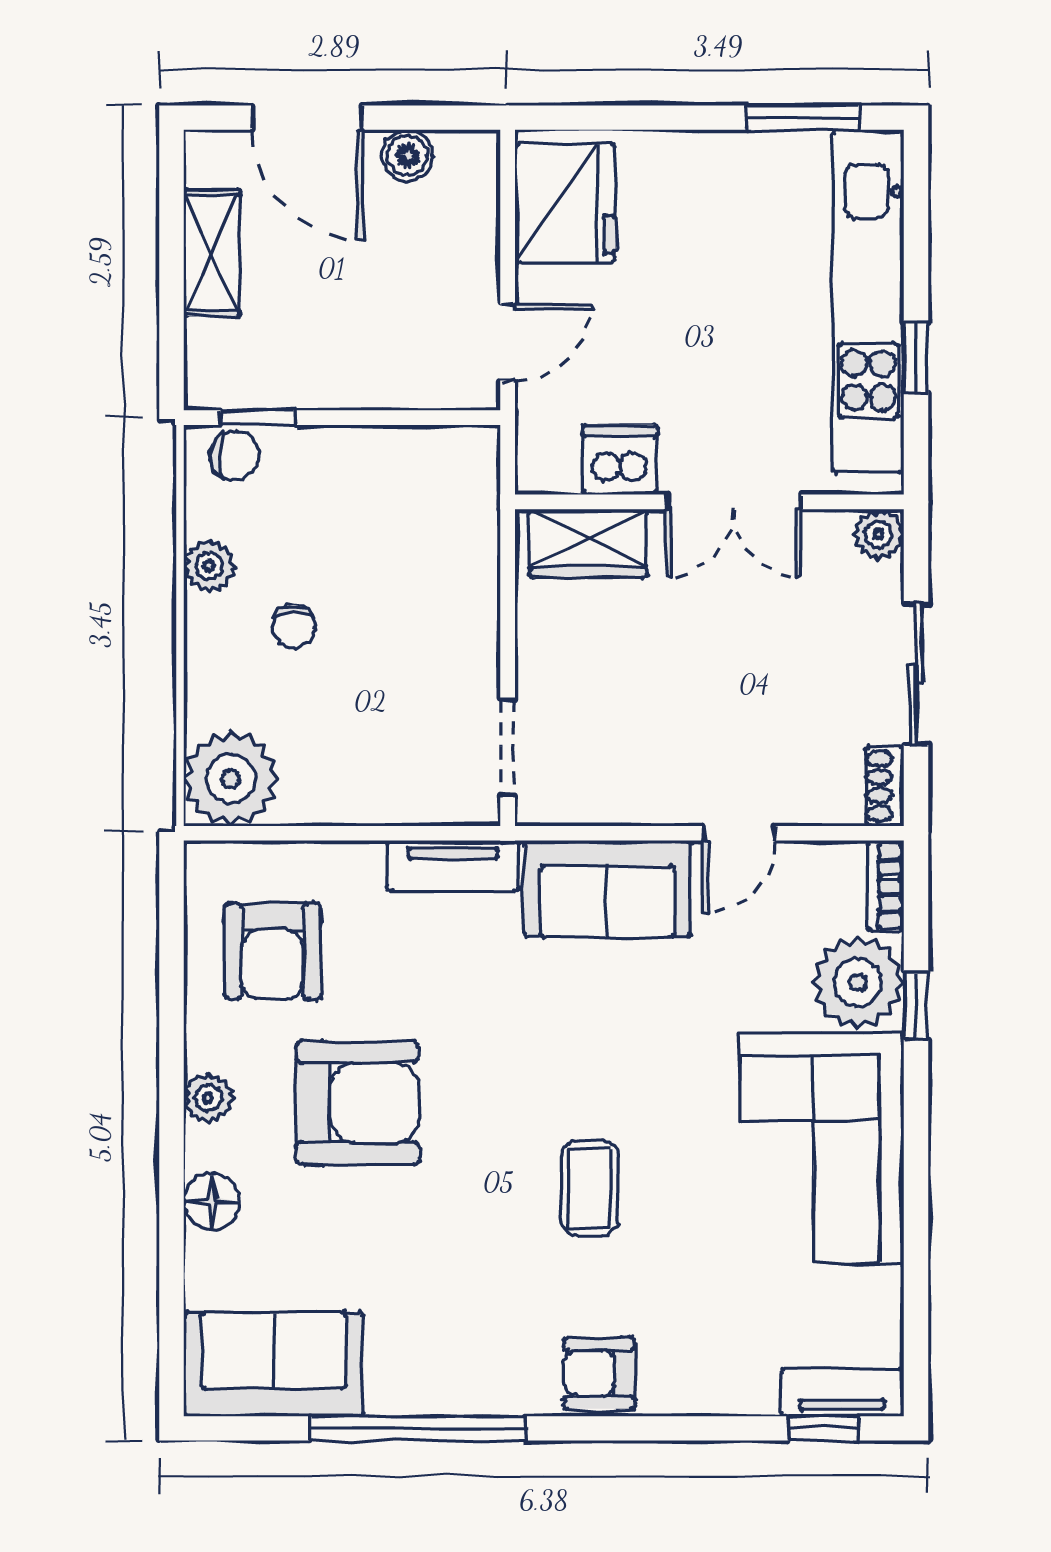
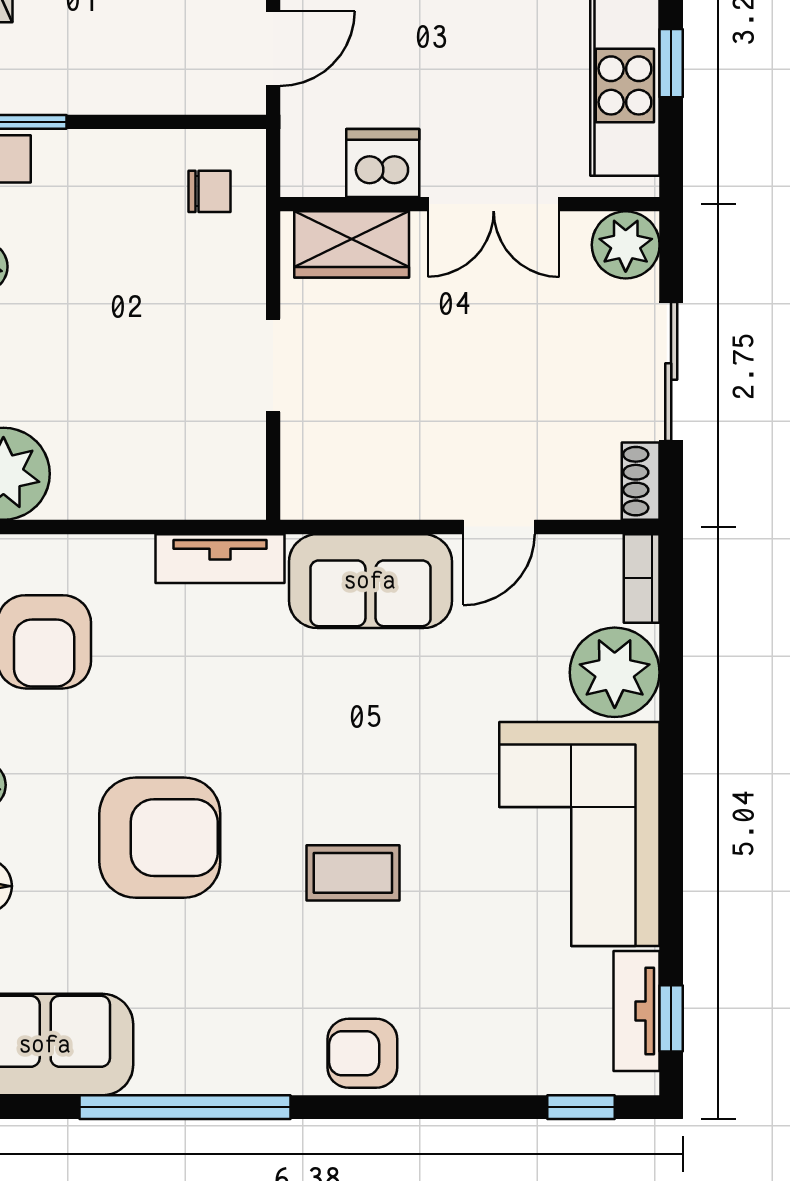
plant: (879, 534) -> (626, 245), width x1.38, depth x1.38
chair: (294, 626) -> (210, 191), moved, turned -90
doorway: (508, 748) -> (273, 365), moved
window: (916, 1005) -> (671, 1018), moved
armchair: (357, 1103) -> (160, 838), moved
coffee table: (589, 1188) -> (353, 873), turned 90
tv unit: (842, 1393) -> (637, 1011), moved, turned -90

